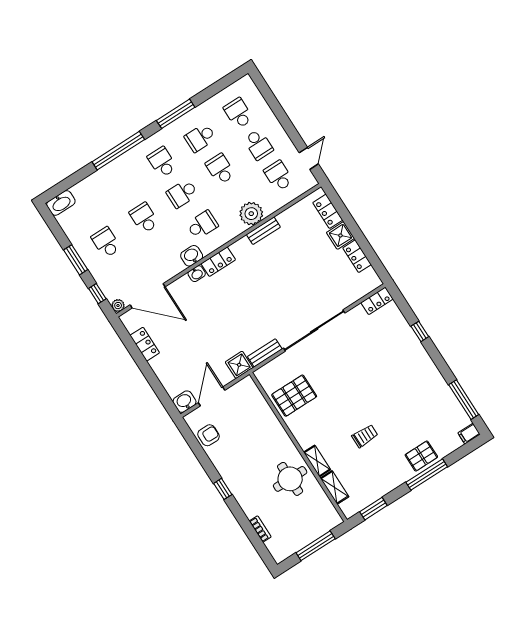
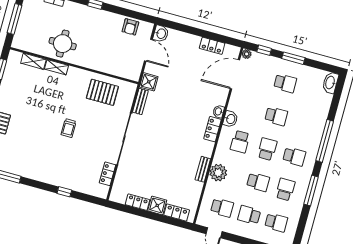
locker: (377, 301) -> (107, 174), moved
pallet: (294, 396) -> (102, 92), turned 90
trolley: (365, 436) -> (69, 128), moved

